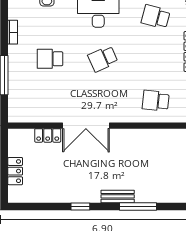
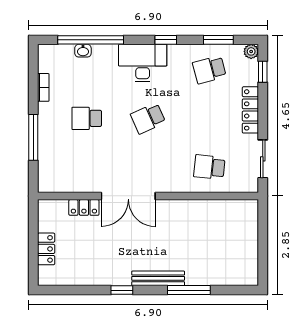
school desk: (156, 17) -> (209, 70), turned -30
bench: (118, 196) -> (158, 278), width x1.36

